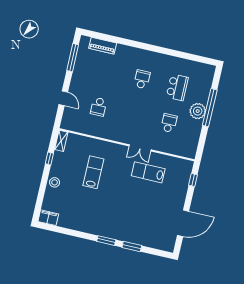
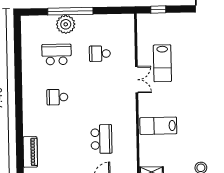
school desk: (99, 107) -> (101, 139), width x1.85
plant: (198, 111) -> (66, 24), moved
lab bench: (93, 172) -> (158, 126), moved

